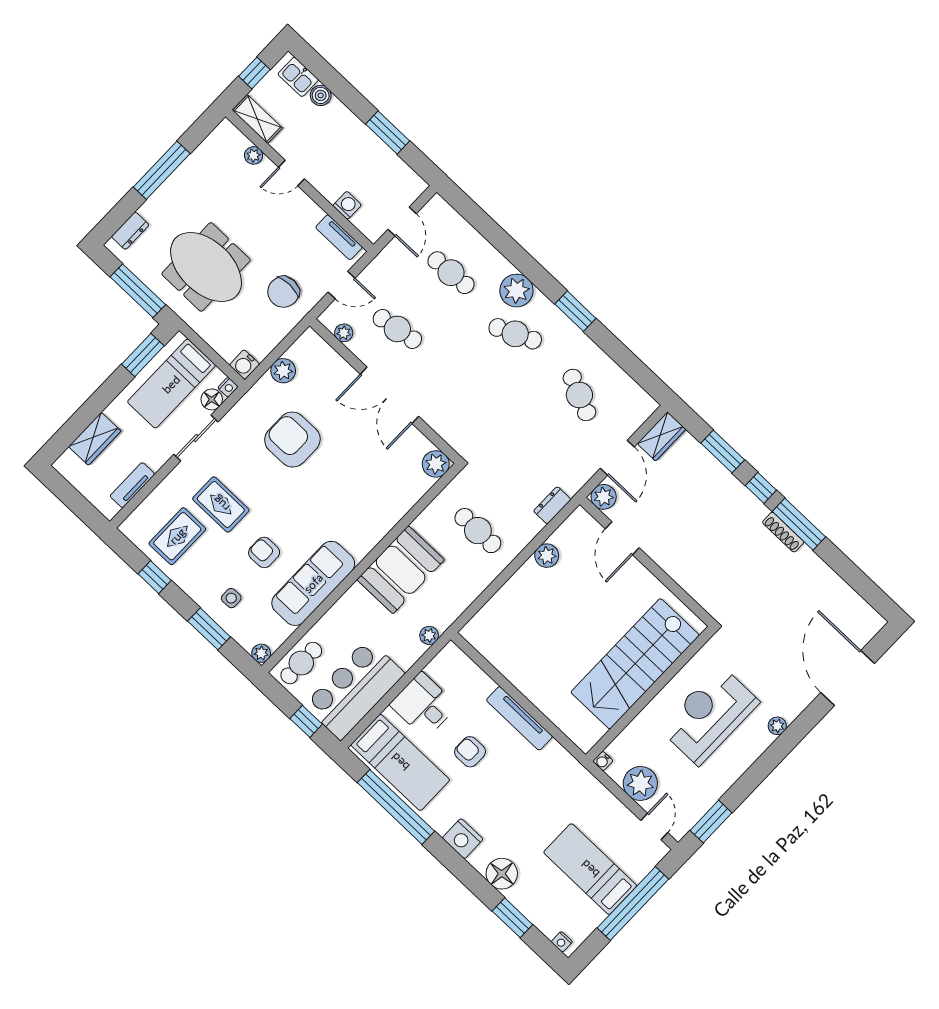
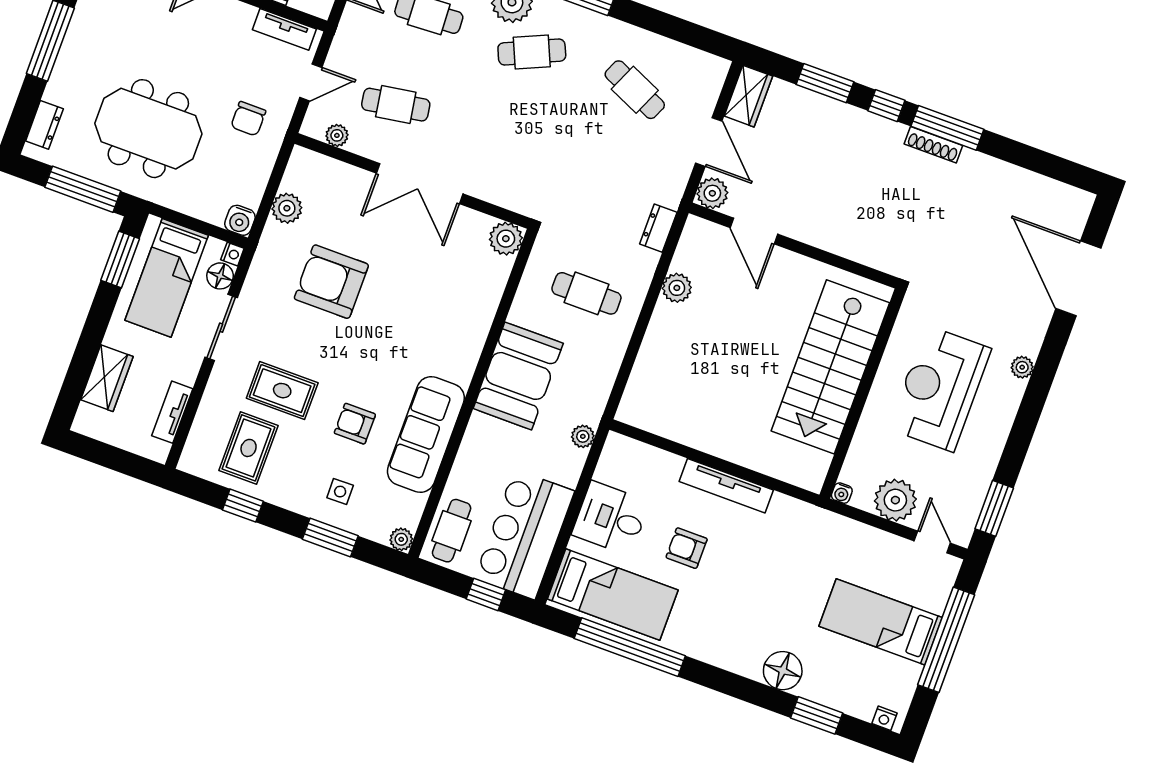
chair: (283, 292) -> (248, 119), width x0.73, depth x0.73
nightstand: (463, 839) -> (721, 650), removed

